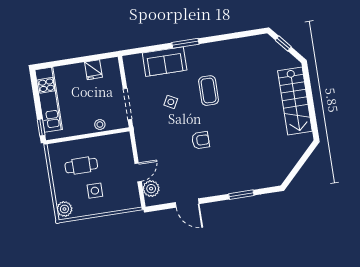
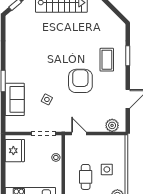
fridge: (93, 70) -> (15, 151), width x1.88, depth x1.34
coffee table: (209, 91) -> (107, 60), moved, turned 90
armchair: (201, 140) -> (80, 81), width x1.88, depth x1.88
door: (138, 172) -> (79, 134), moved

